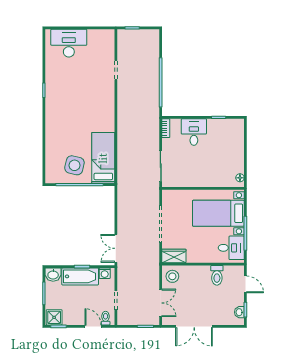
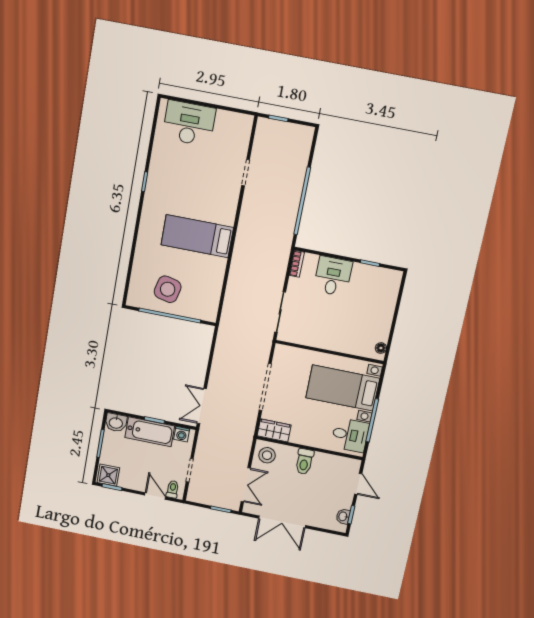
bed: (103, 158) -> (197, 236), moved, turned -90
toilet: (217, 275) -> (304, 461), moved

